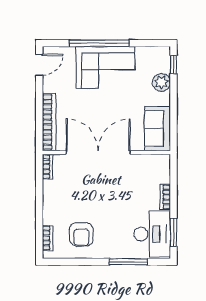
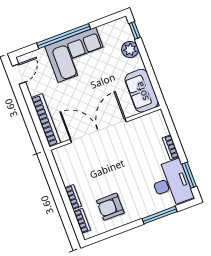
bookcase: (47, 167) -> (73, 197), moved
armchair: (81, 234) -> (110, 207), turned 90

